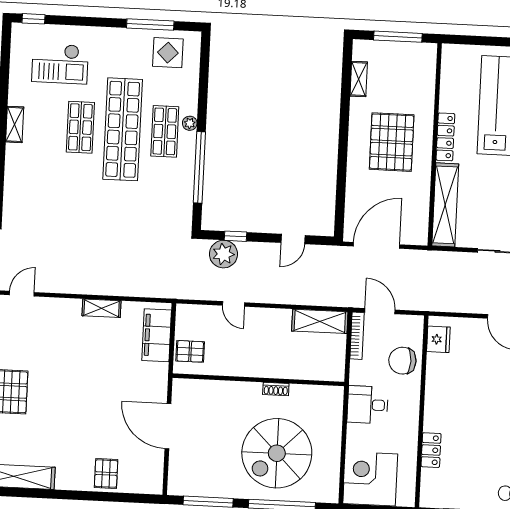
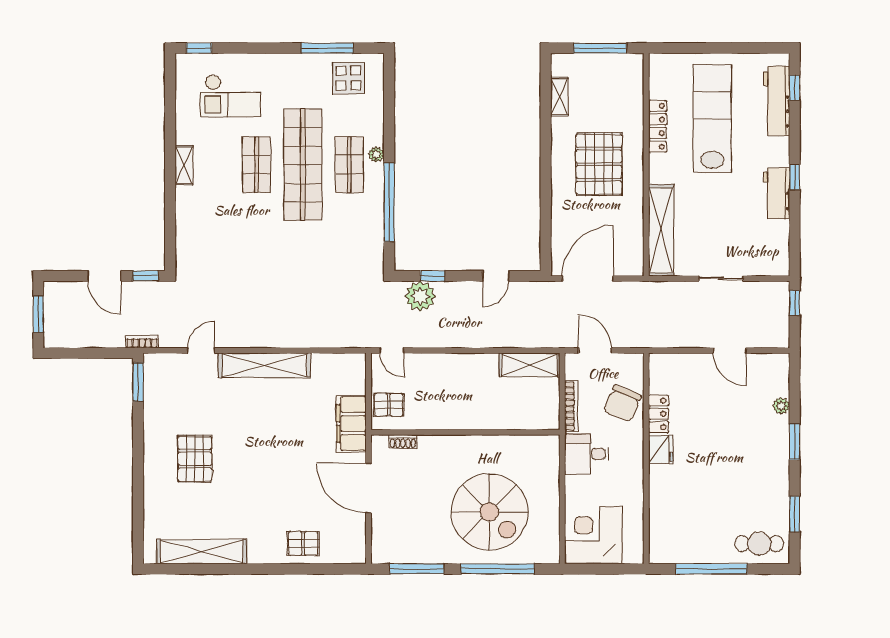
locker: (445, 137) -> (658, 126), moved
door: (233, 304) -> (392, 350), moved
shelving: (102, 308) -> (264, 365), width x2.20, depth x1.33
filing cabinet: (157, 335) -> (351, 424), moved
bookcase: (357, 336) -> (571, 406), moved
fridge: (438, 339) -> (661, 450), moved
chair: (402, 361) -> (622, 404), turned -67
shoe rack: (276, 389) -> (403, 442), moved
locker: (431, 450) -> (659, 414), moved
spiral stairs: (277, 453) -> (490, 512), turned -90
pallet: (106, 474) -> (303, 543), turned 90

